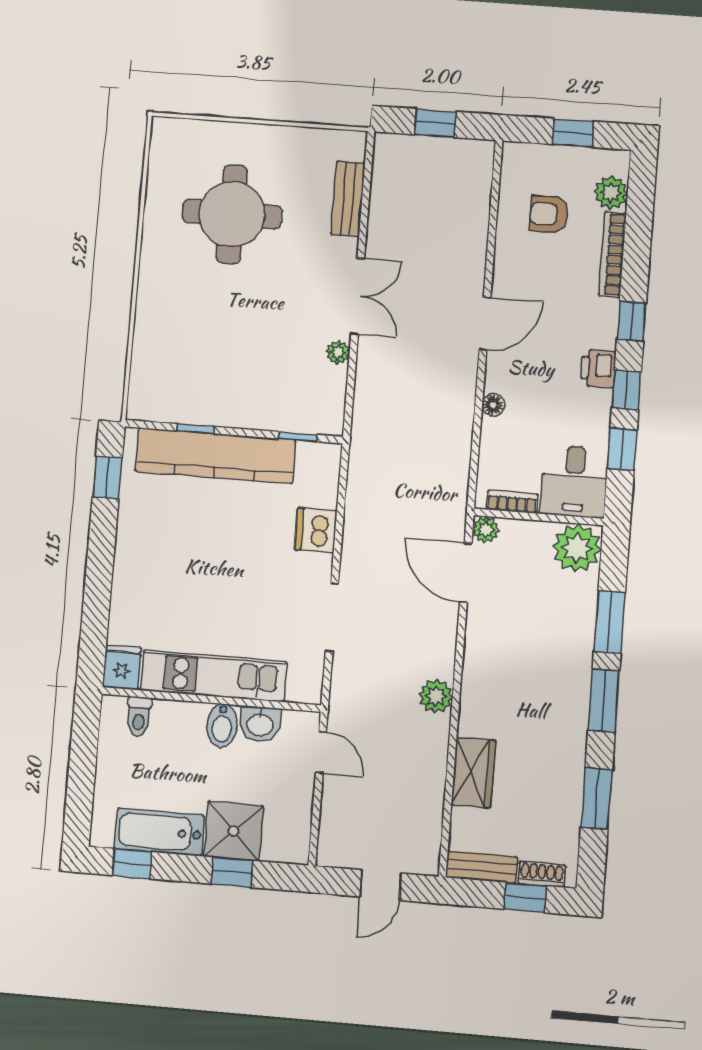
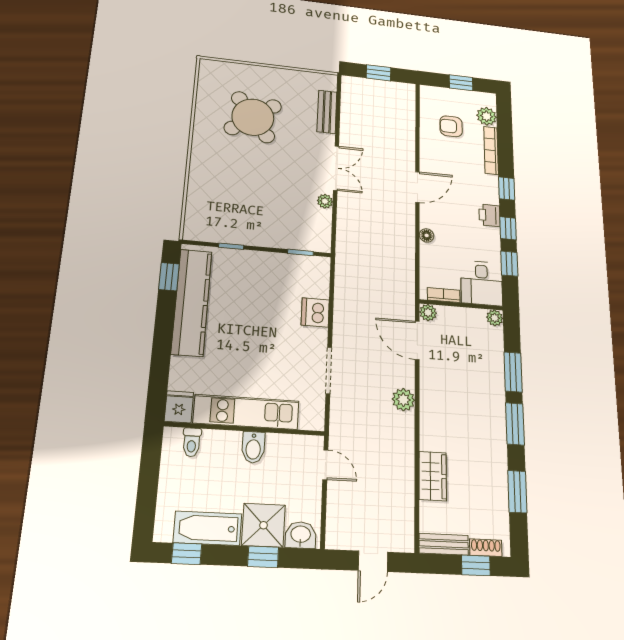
round table: (232, 214) -> (253, 117), turned -37
kitchen counter: (216, 456) -> (192, 302), moved, turned -90
plant: (577, 548) -> (495, 318), width x0.53, depth x0.53
plant: (436, 696) -> (403, 400), moved
washbasin: (260, 724) -> (301, 535), moved, turned 180

